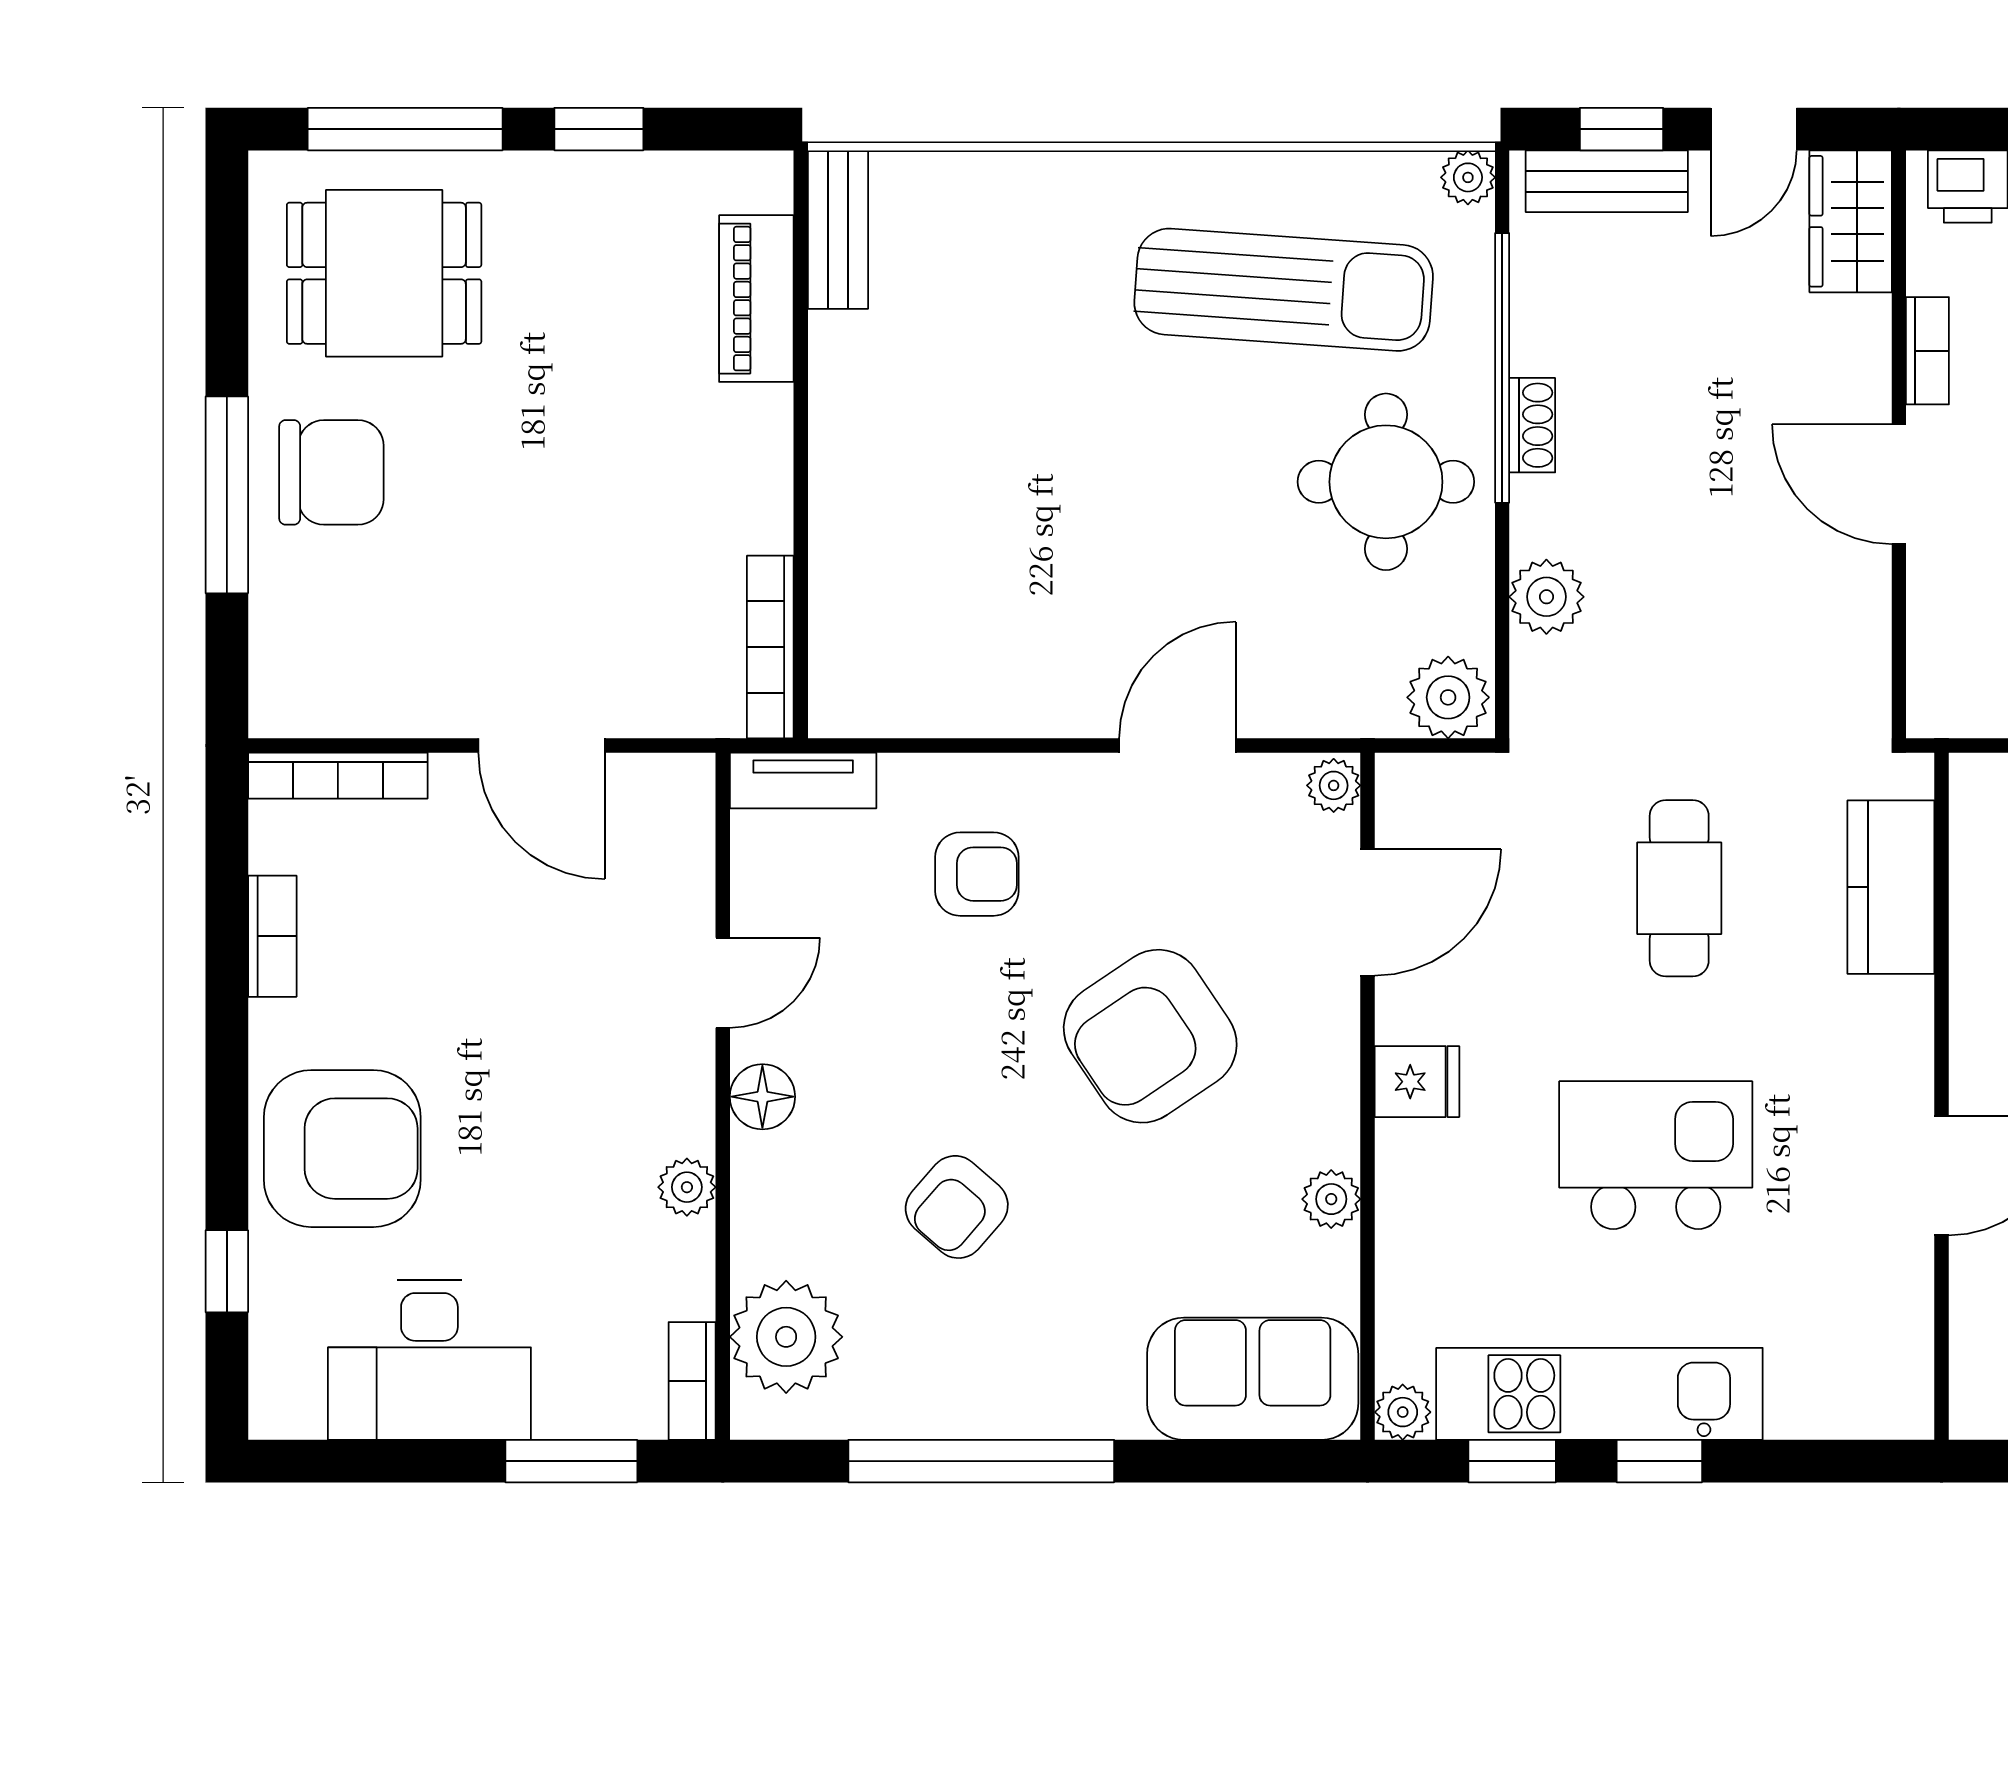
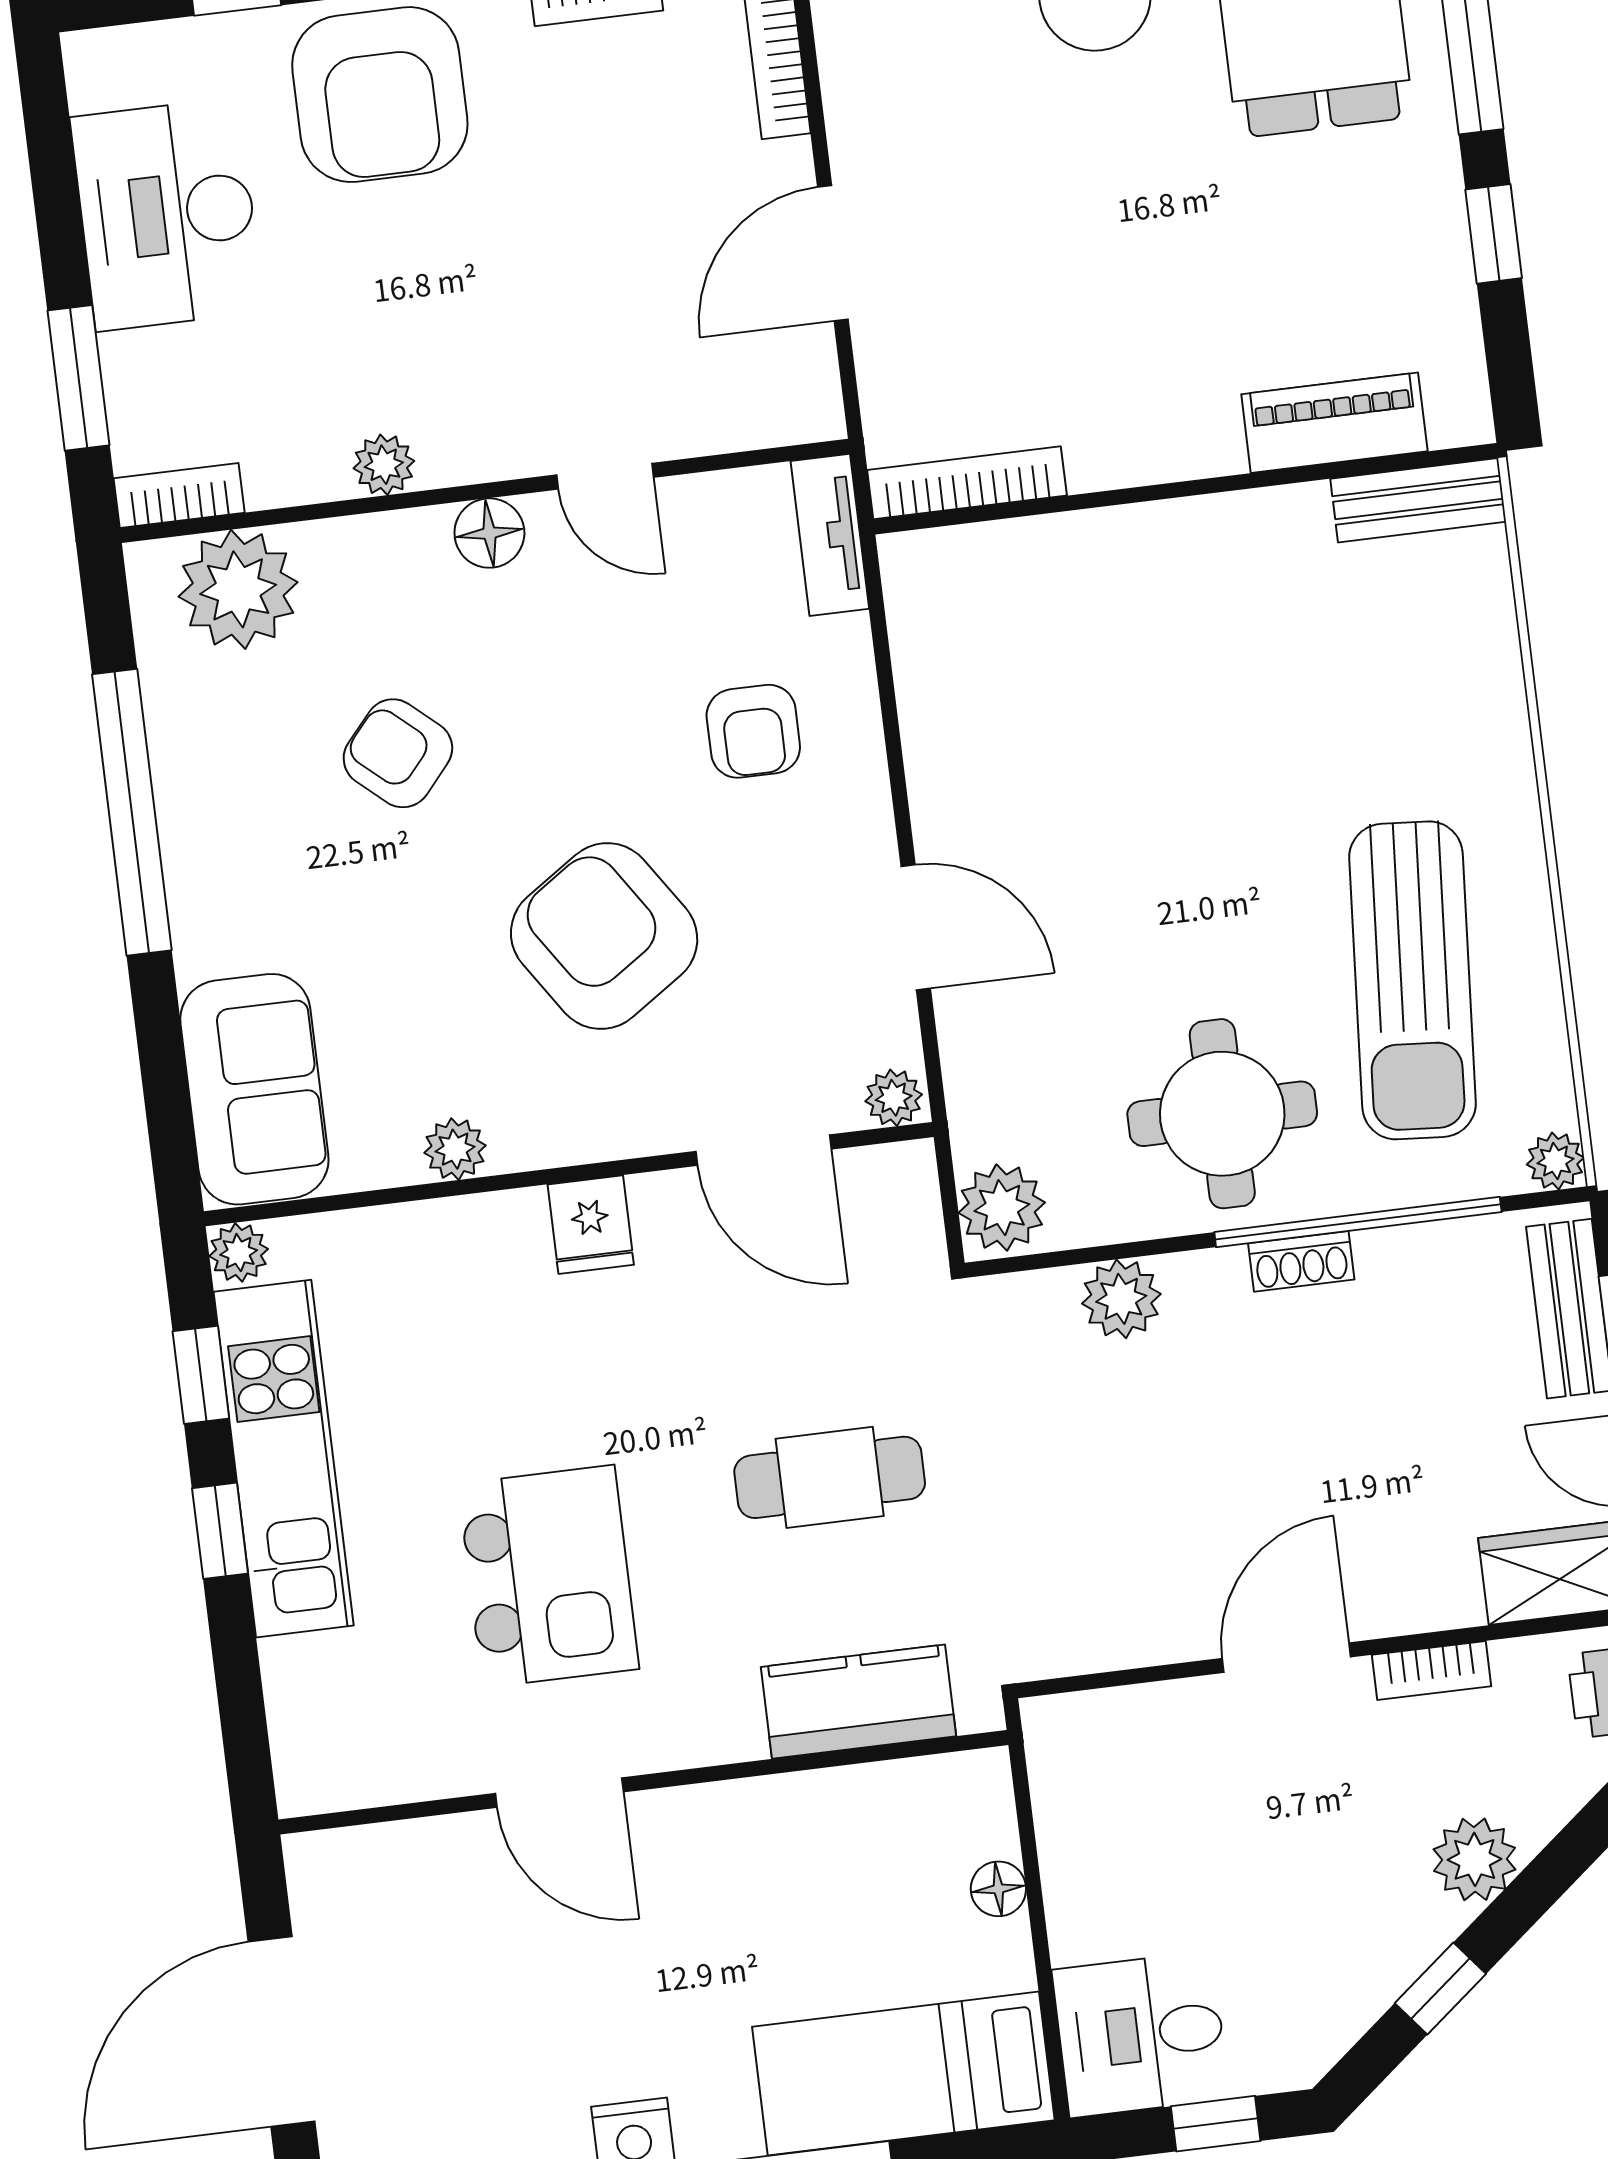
kitchen island: (1656, 1155) -> (548, 1576), moved

